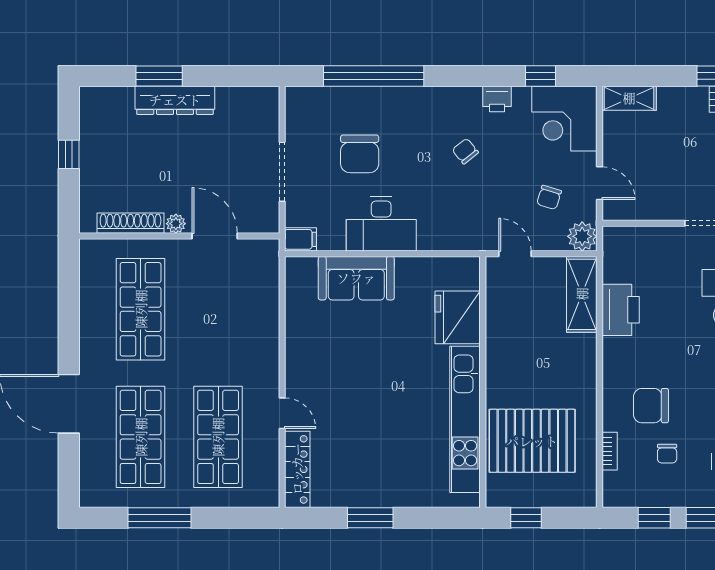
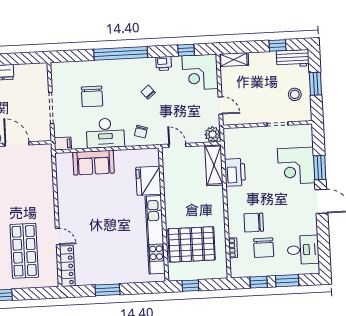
window: (374, 76) -> (121, 53), moved
chair: (549, 197) -> (141, 132), moved
chair: (667, 454) -> (264, 248), width x1.87, depth x1.87

